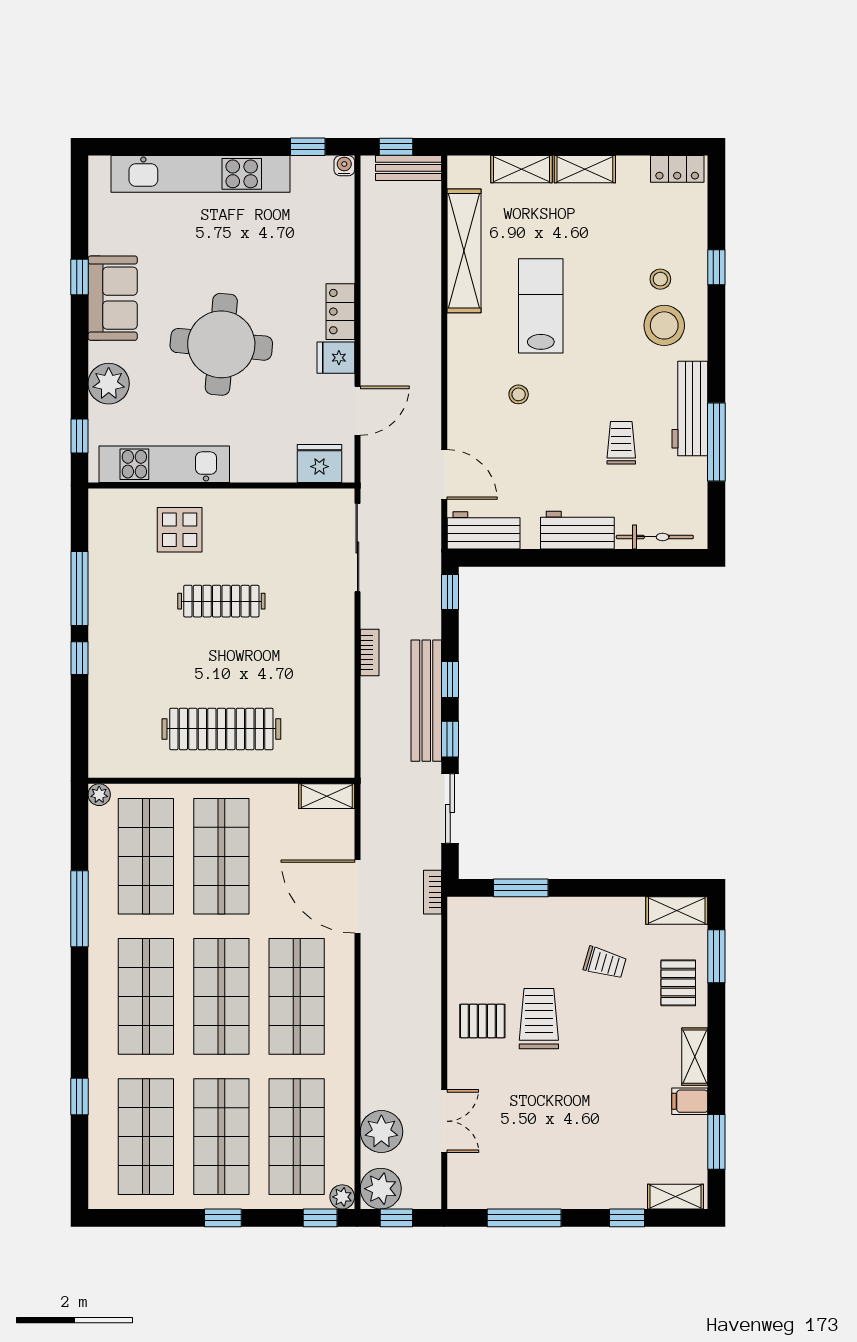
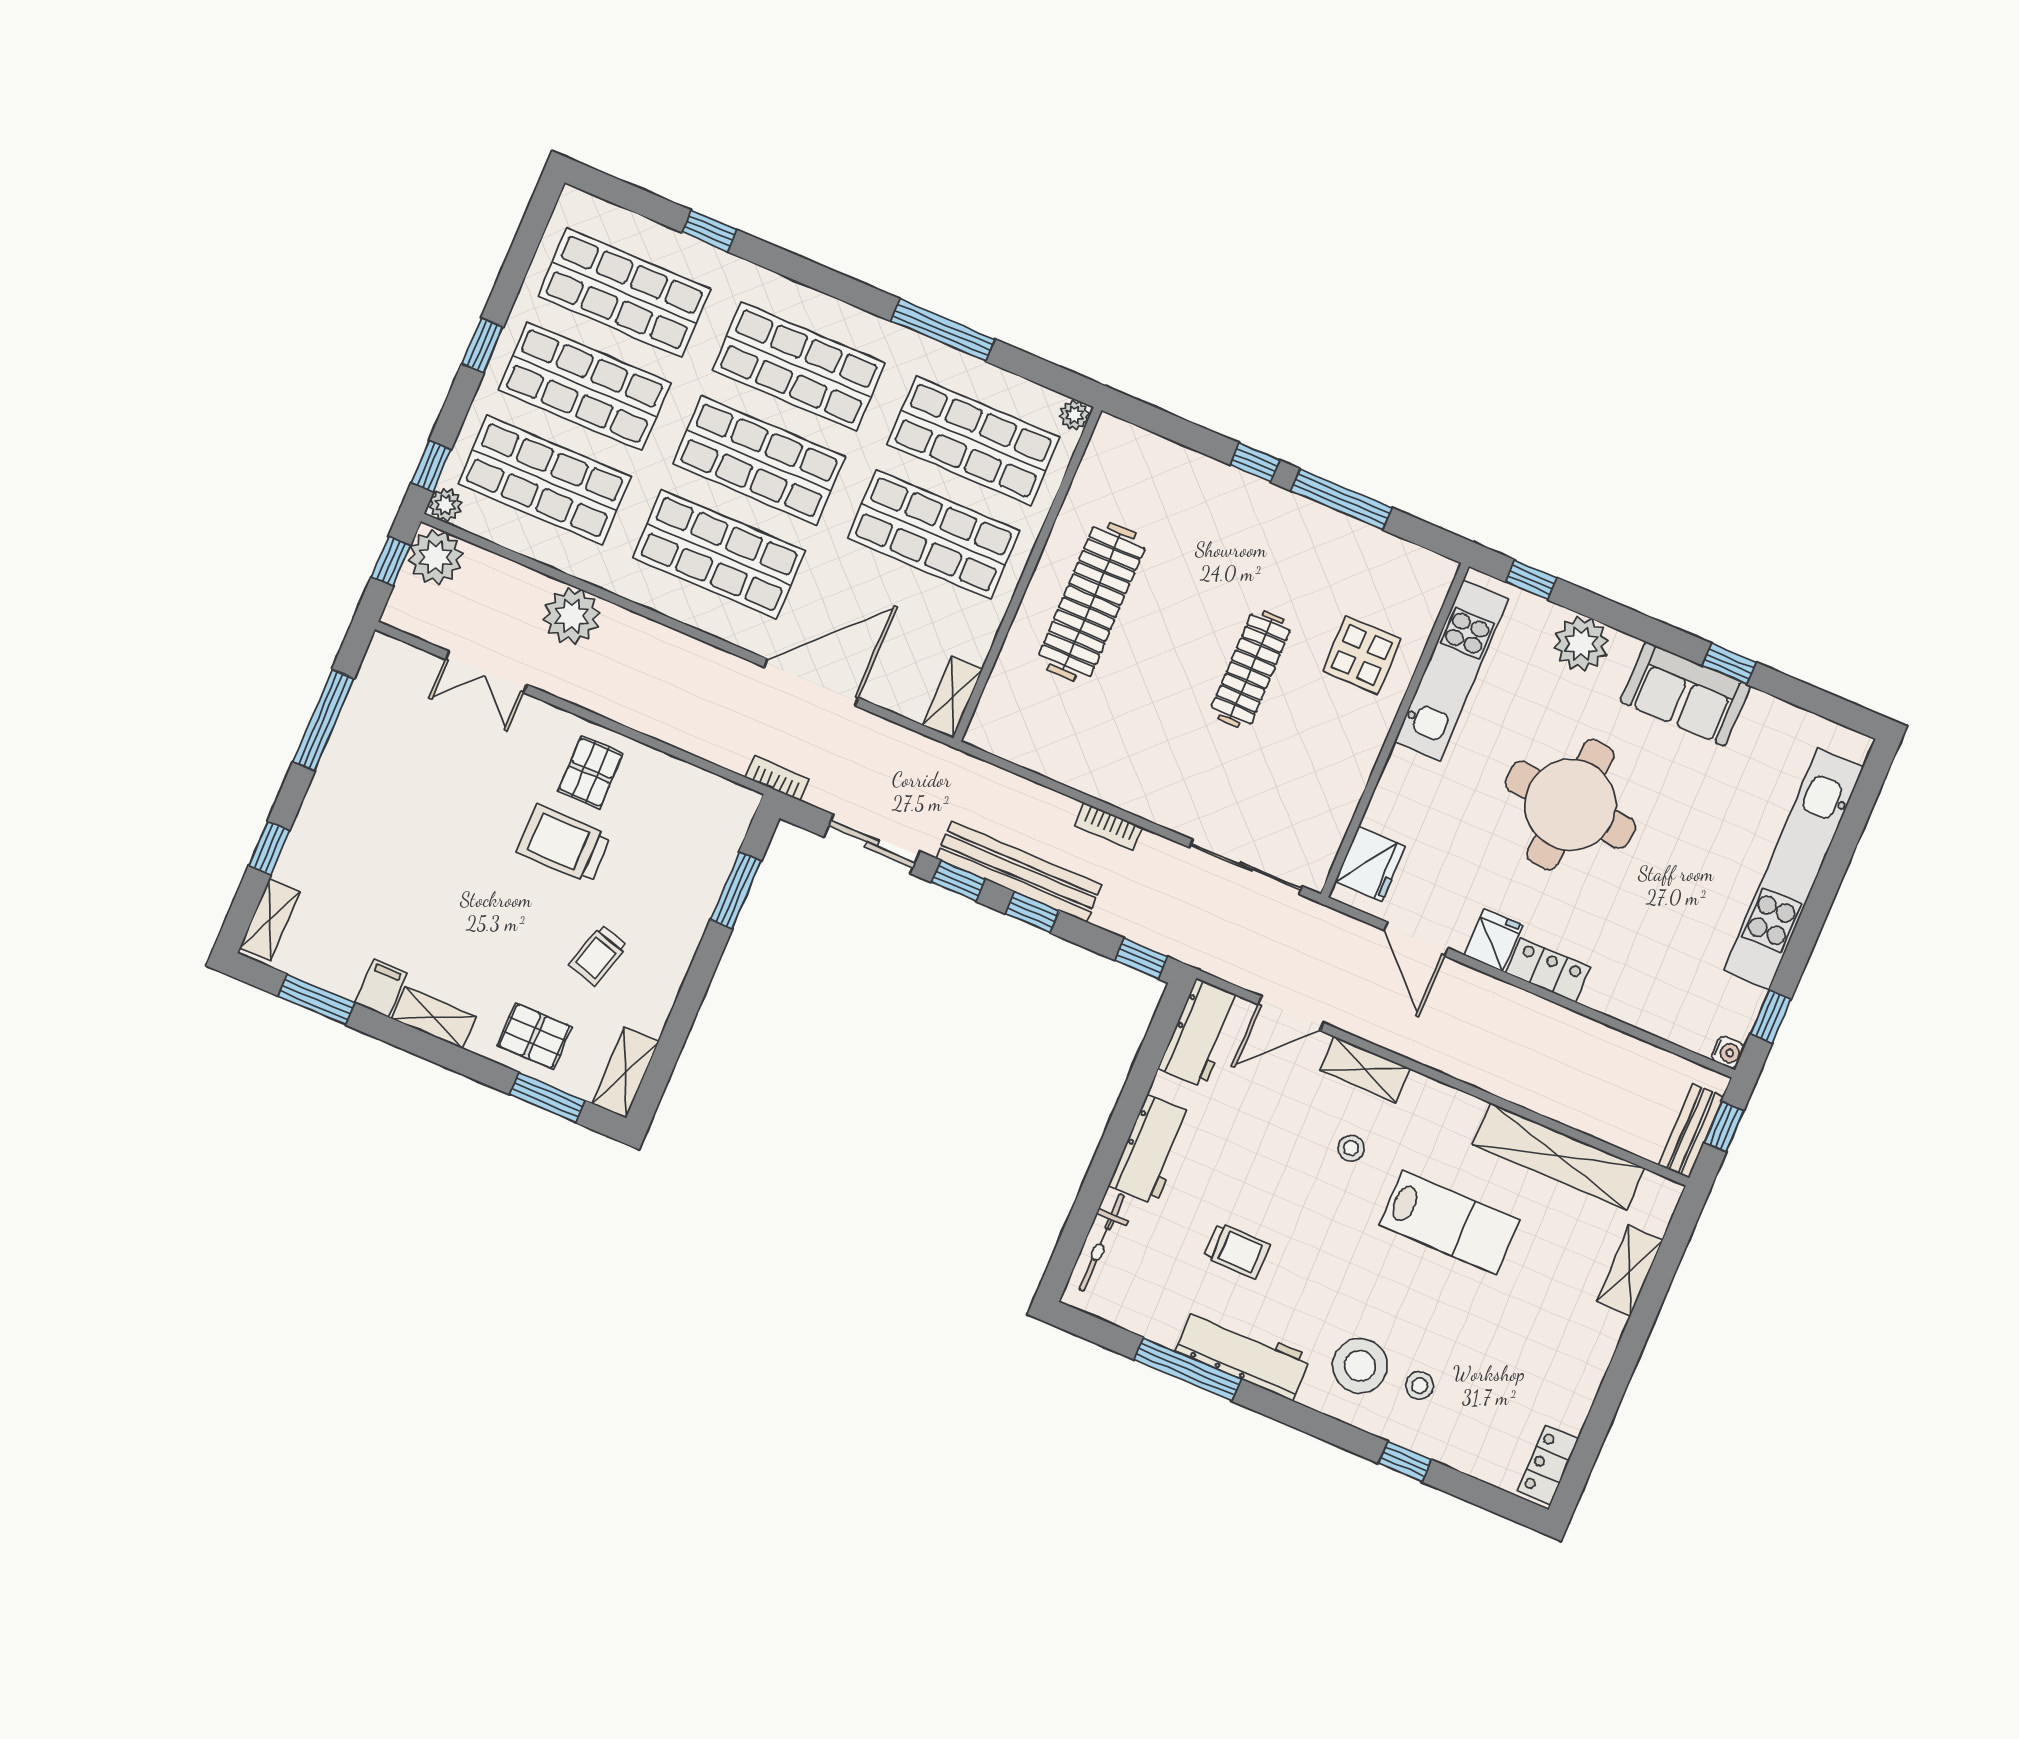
shelving: (585, 169) -> (1365, 1069), moved, turned 90
trolley: (539, 1019) -> (564, 844), turned 180
plant: (381, 1132) -> (572, 616), moved

